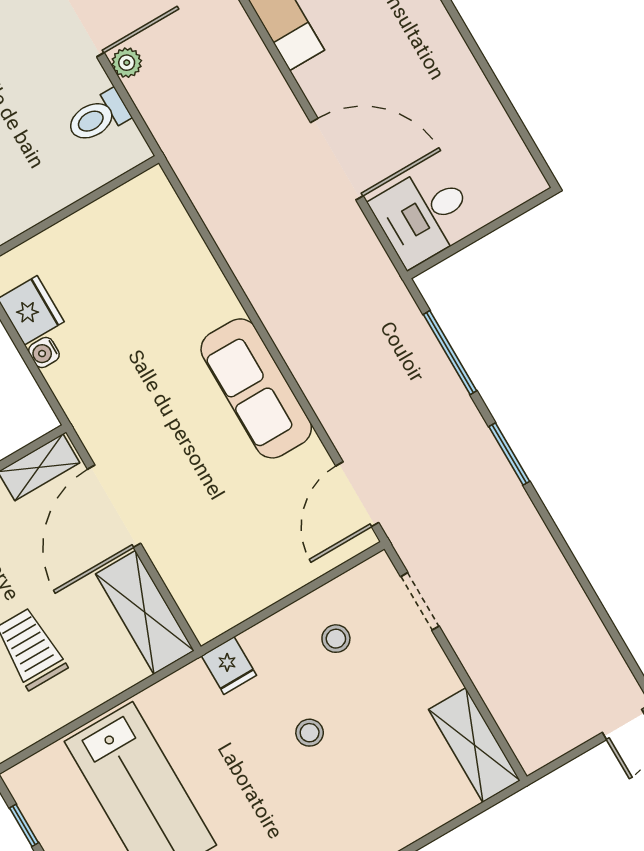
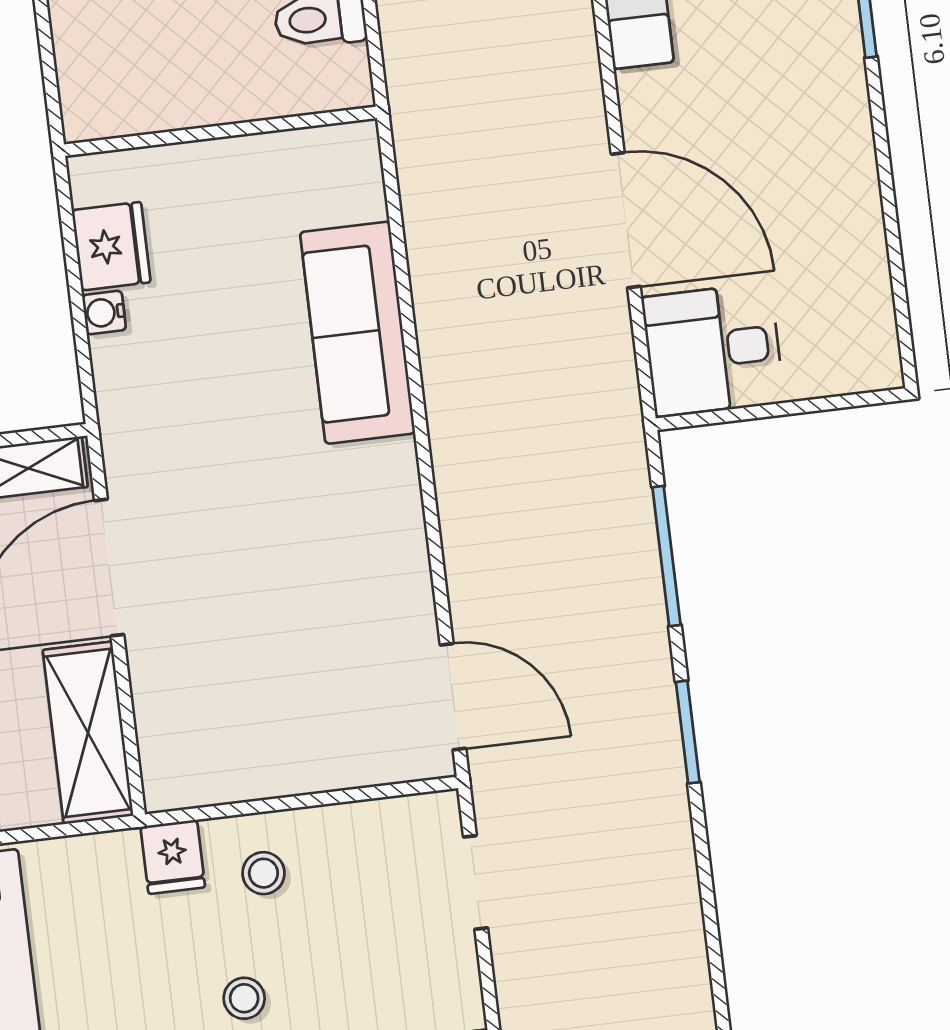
sofa: (256, 388) -> (358, 333), moved
door: (357, 494) -> (453, 697), swing flipped
stool: (336, 639) -> (263, 873), moved

